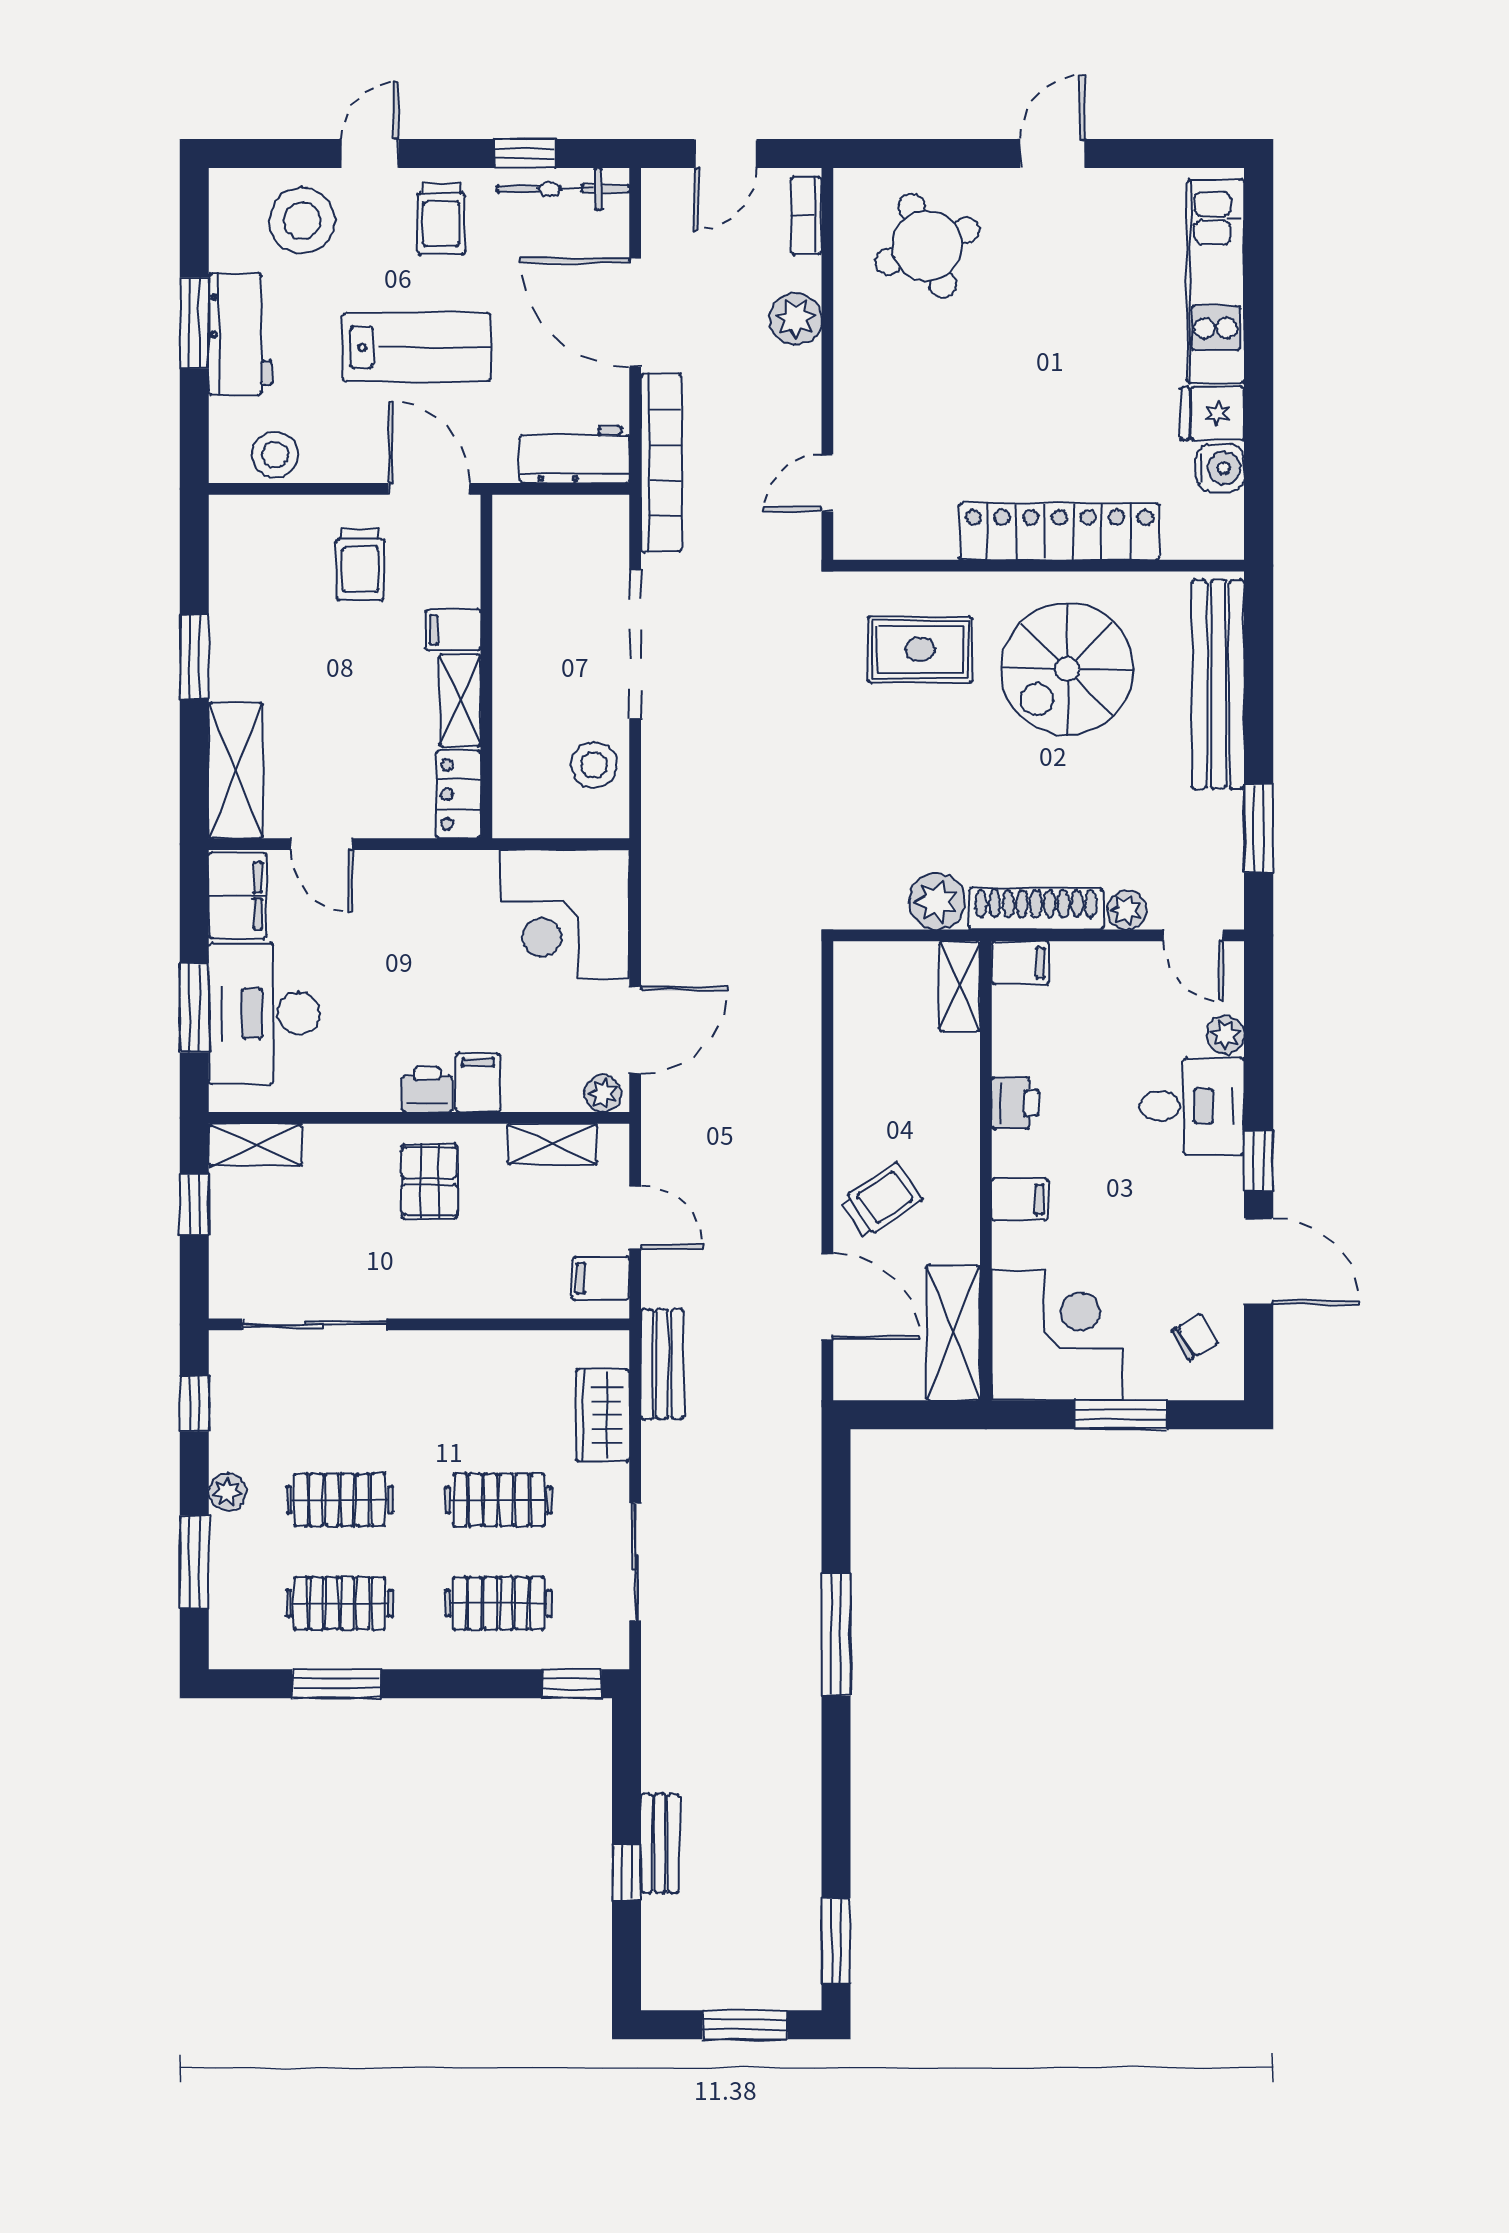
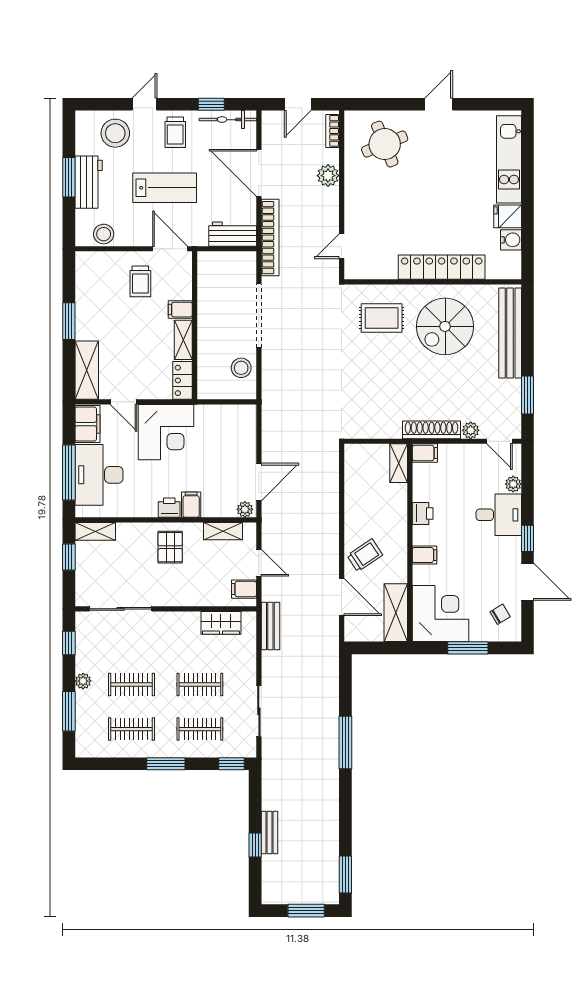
plant: (937, 902) -> (389, 427), removed
corner desk: (565, 914) -> (166, 432), moved, turned -90
window: (194, 1008) -> (69, 472), width x1.44
wardrobe: (603, 1415) -> (221, 623), moved, turned -90
window: (336, 1684) -> (166, 764), moved

